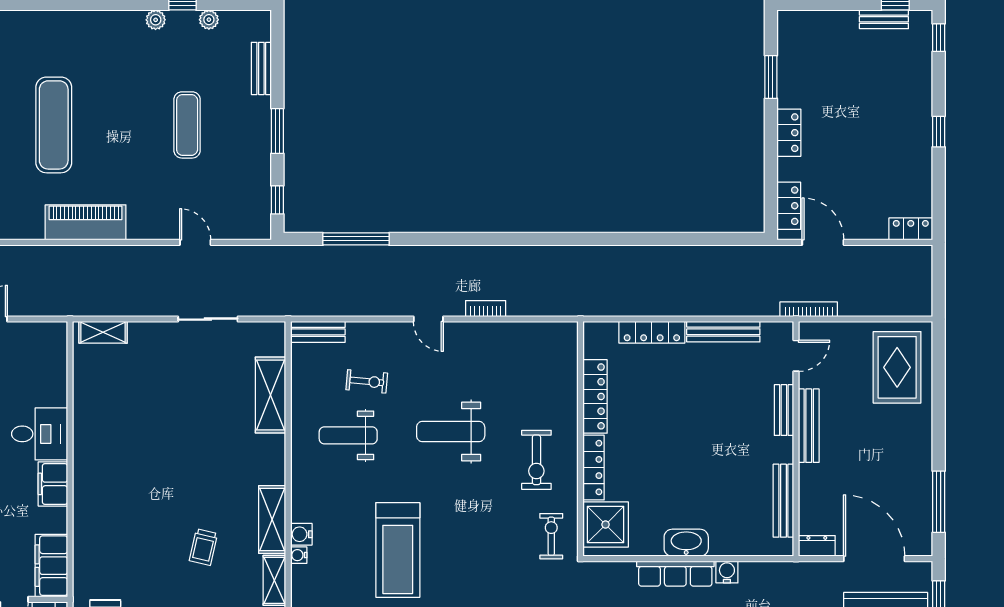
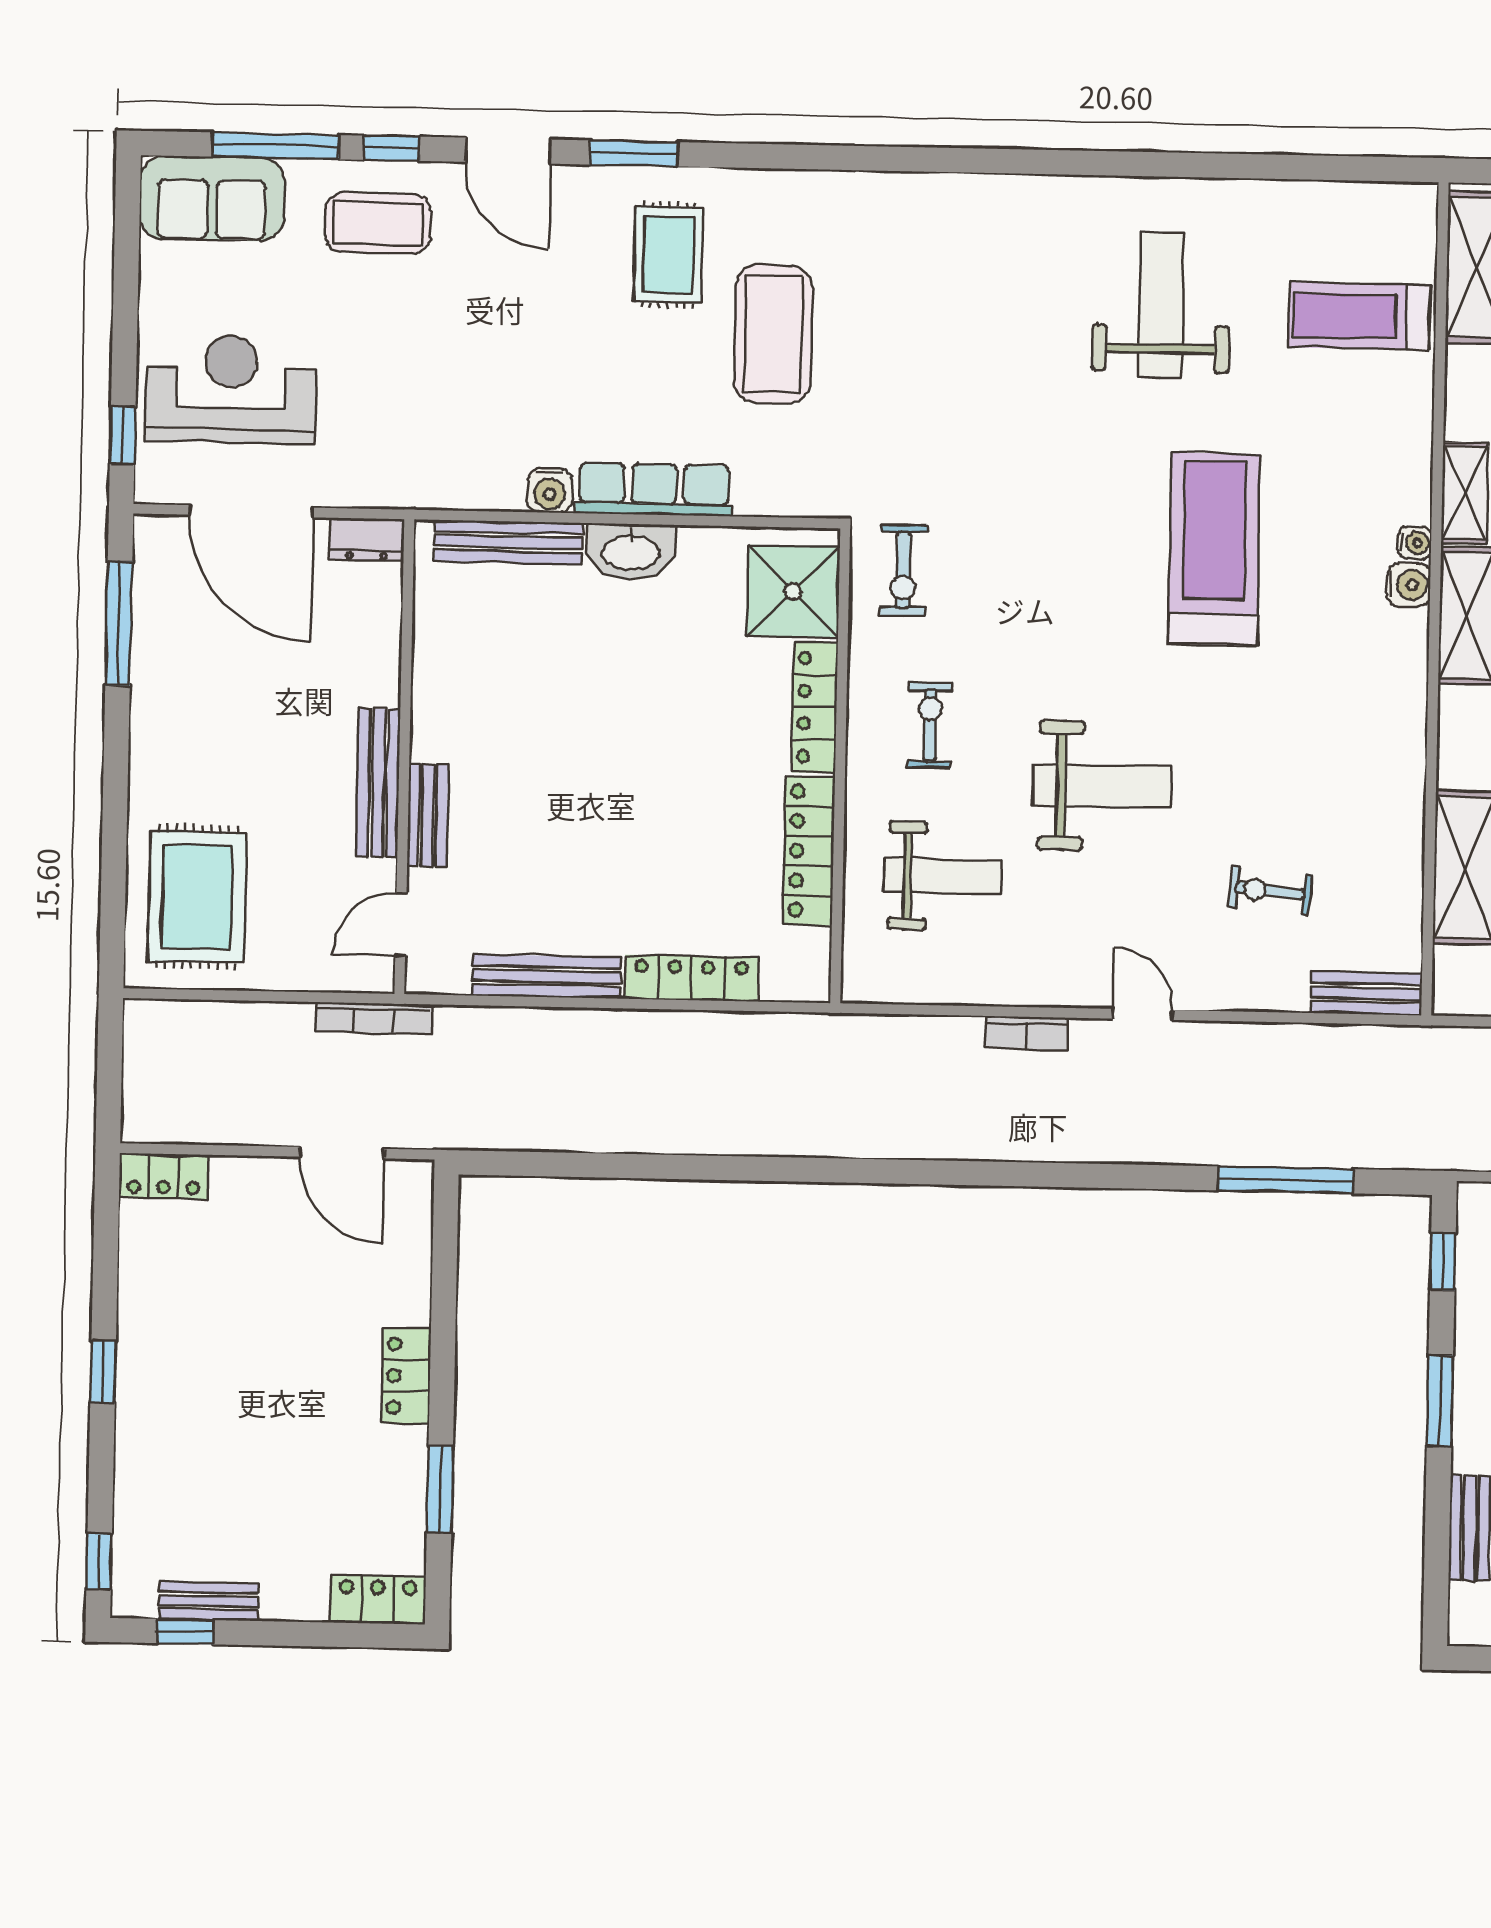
locker: (789, 206) -> (378, 1599), moved, turned 90
weight bench: (348, 435) -> (943, 876), moved
exercise bike: (536, 460) -> (930, 725), width x0.73, depth x0.72
bench: (783, 501) -> (509, 542), moved, turned 90

